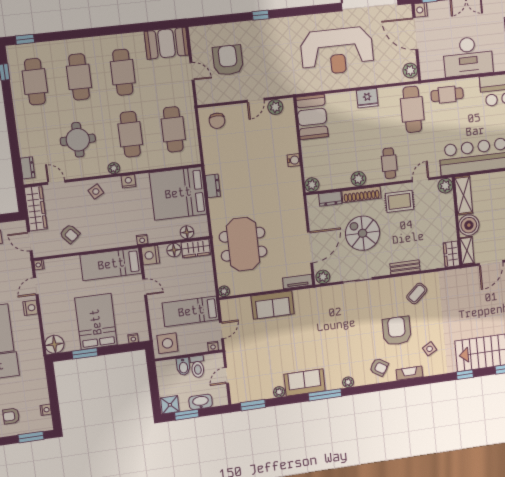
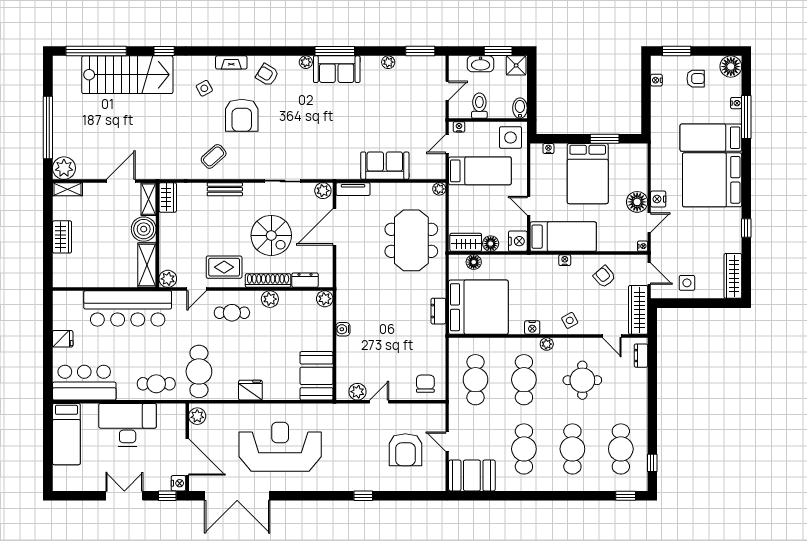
cafe table: (389, 163) -> (232, 313), turned 90
nightstand: (142, 240) -> (565, 260), moved
floor lamp: (54, 344) -> (637, 202), moved
bidet: (183, 366) -> (520, 108), moved
sofa: (305, 383) -> (337, 69), moved

